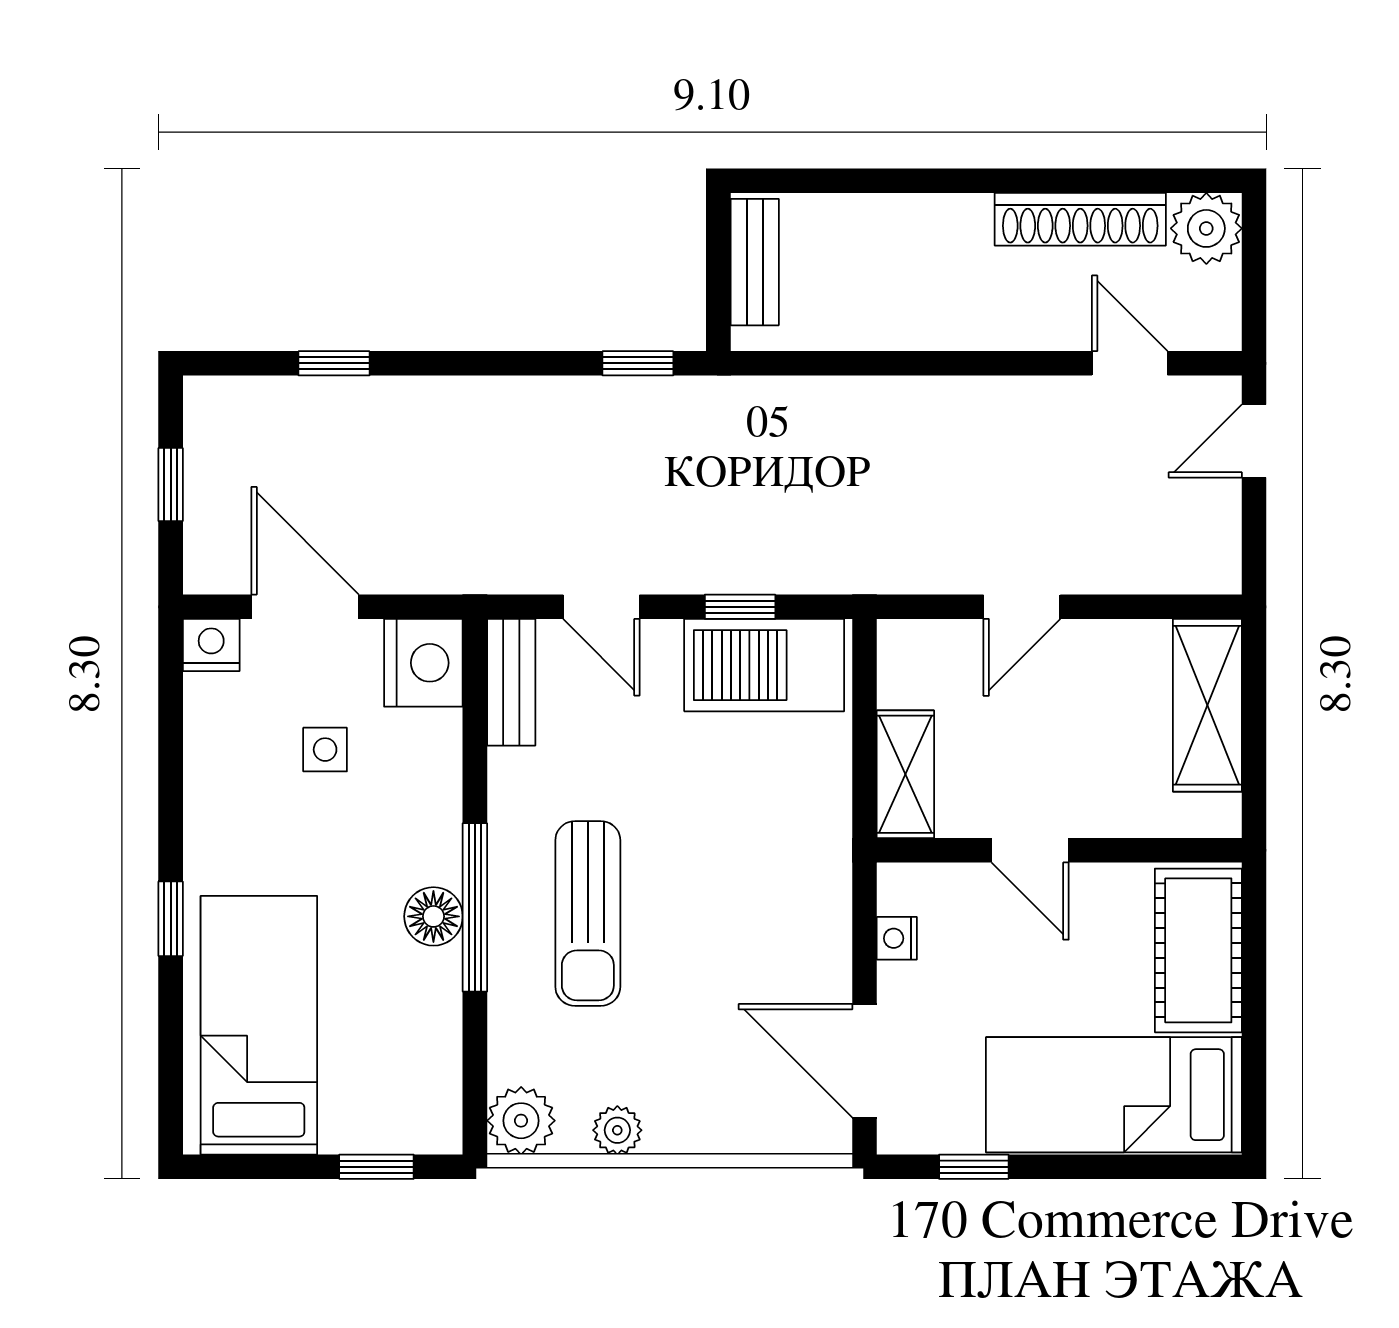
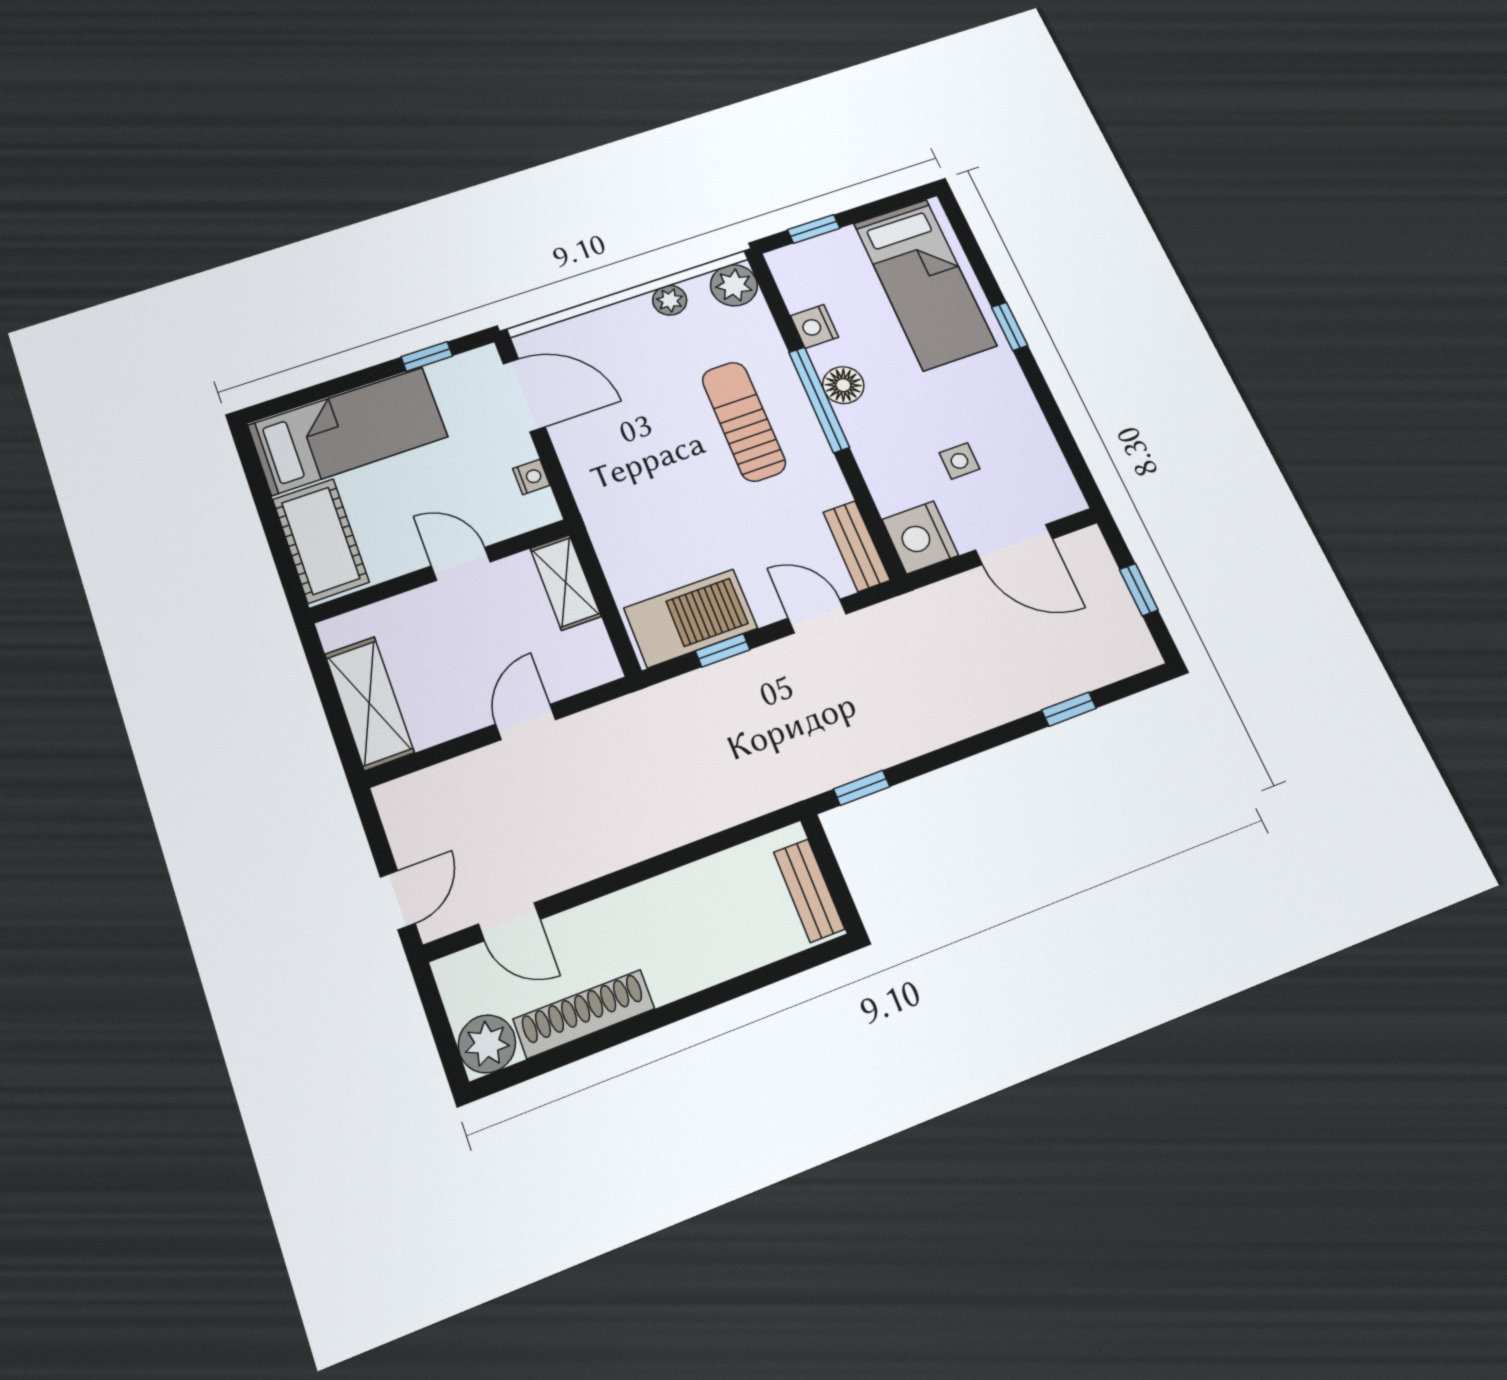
nightstand: (211, 645) -> (814, 327), moved, turned 90

